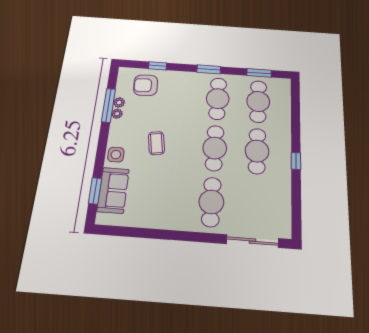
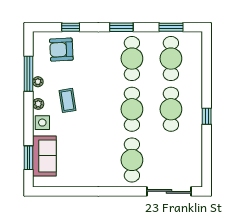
plant: (119, 103) -> (38, 104), moved
coffee table: (156, 143) -> (68, 100), moved

